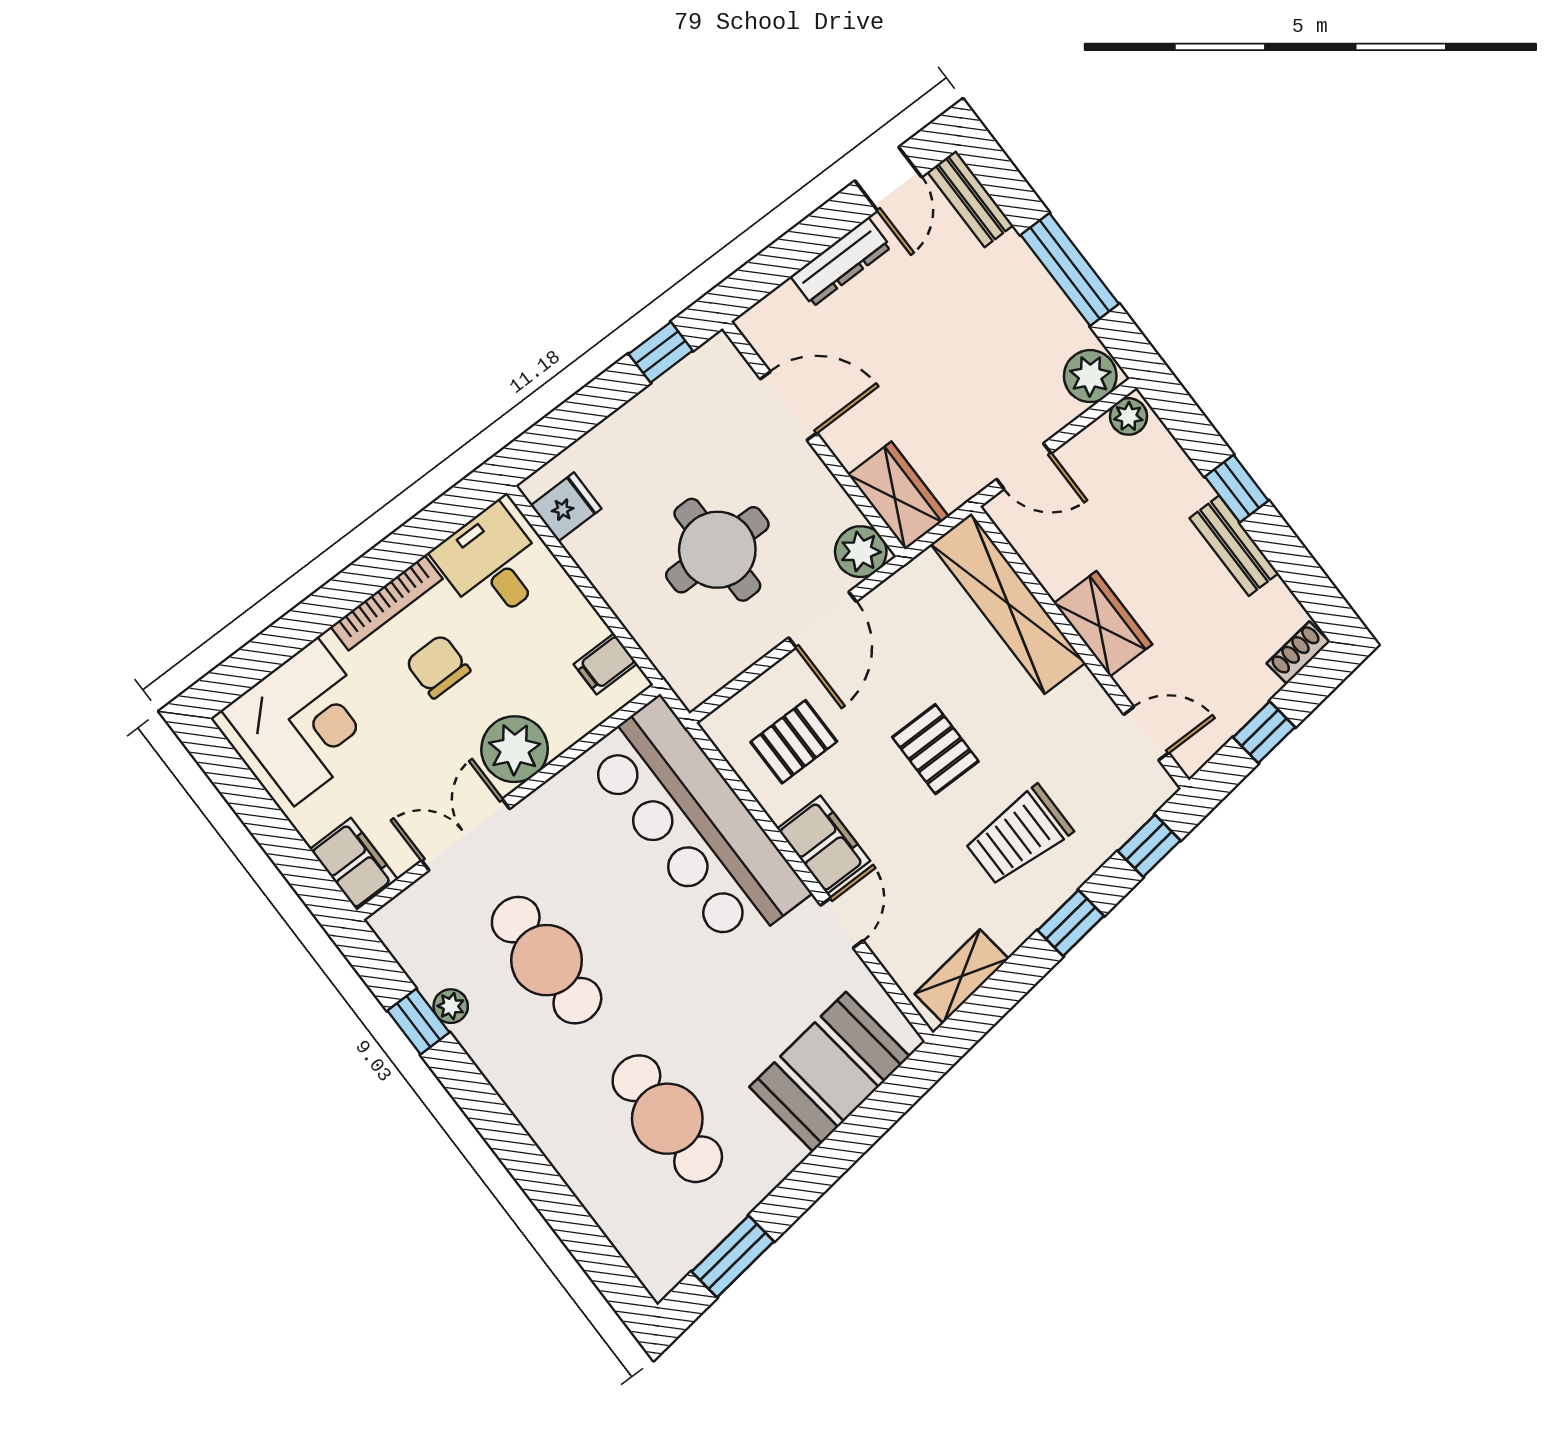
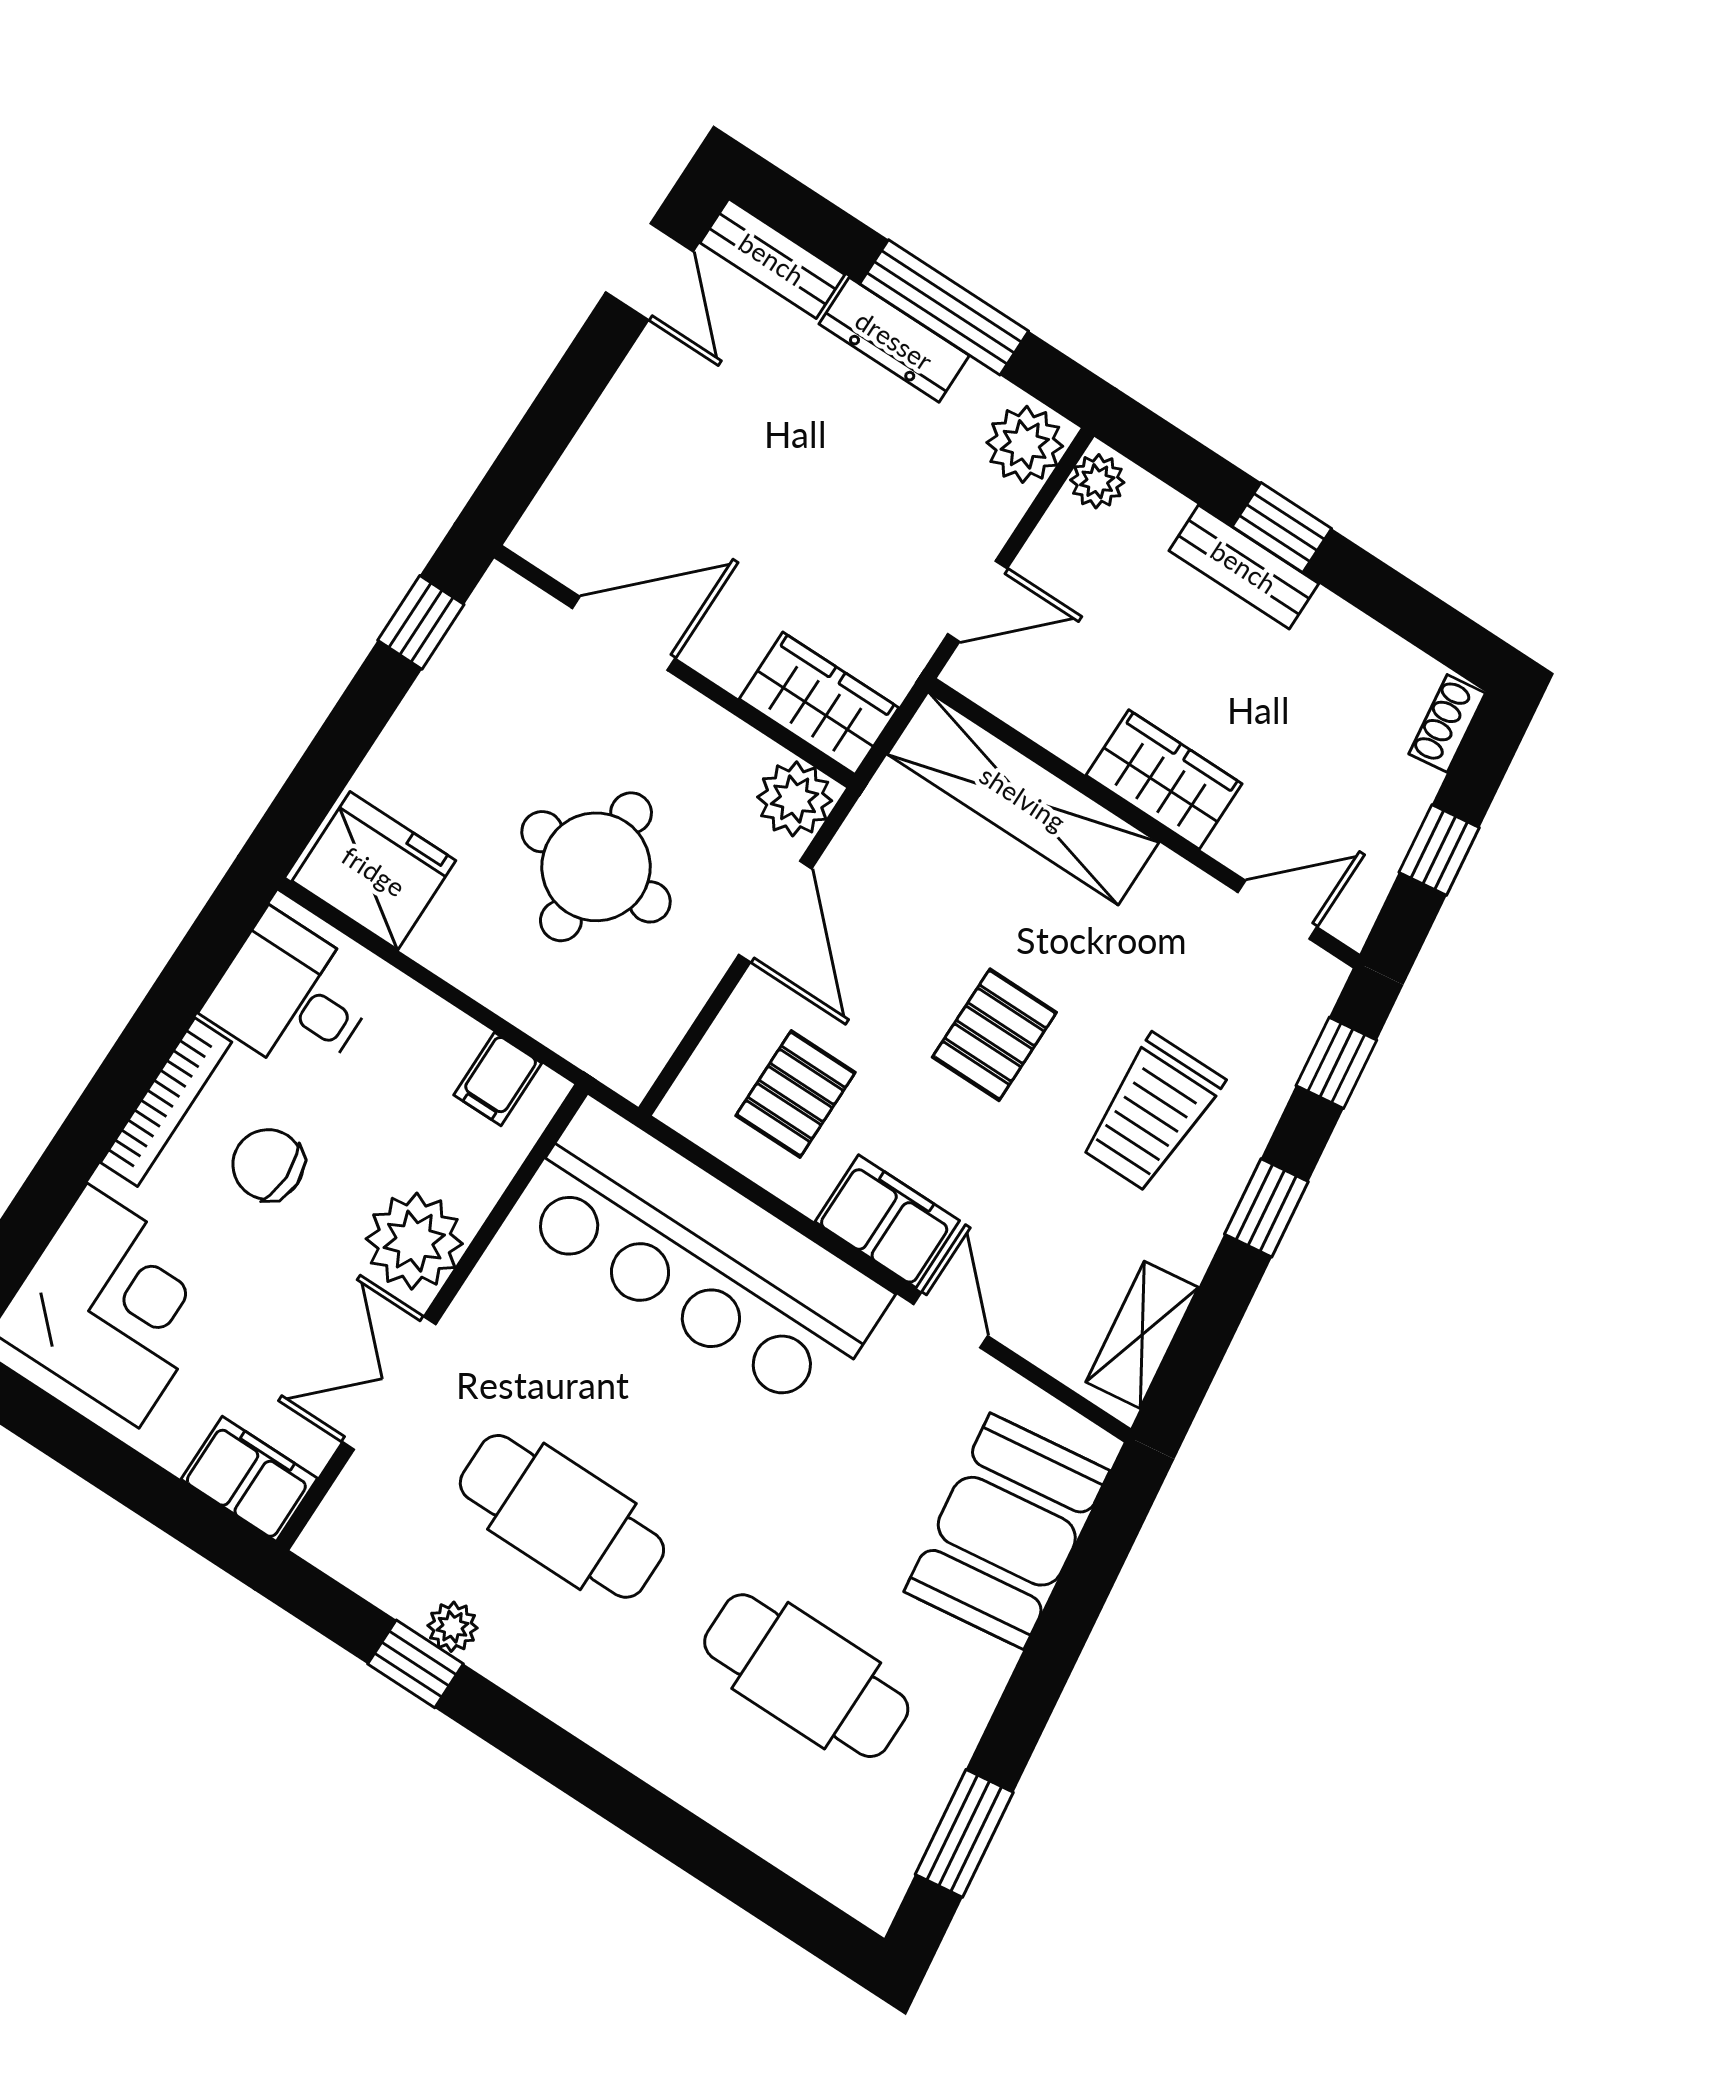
dresser: (841, 262) -> (894, 340), moved, turned 90
fridge: (566, 507) -> (374, 871), width x1.88, depth x1.34
bench: (1234, 546) -> (1244, 567), moved
pallet: (935, 749) -> (994, 1035), turned 90

